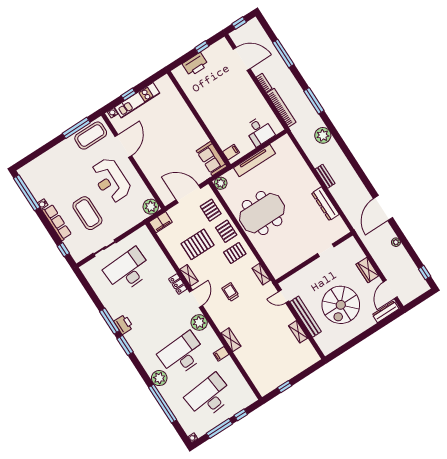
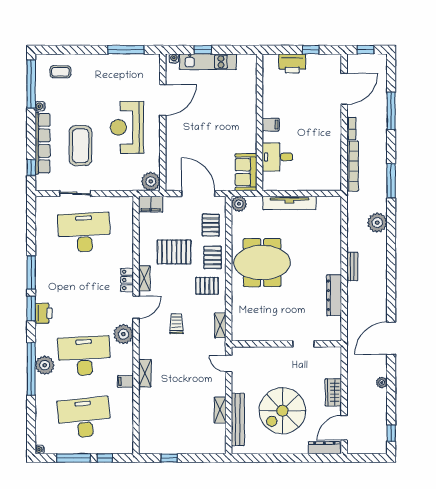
door: (242, 59) -> (344, 89), hinge flipped
desk: (259, 131) -> (277, 157), moved, turned 90
coffee table: (91, 136) -> (60, 72), moved, width x0.54, depth x0.58
filing cabinet: (231, 152) -> (271, 125), moved
row of seats: (57, 222) -> (43, 143), width x1.36
bench: (305, 317) -> (238, 419), moved
printer: (124, 324) -> (44, 313), moved
window: (163, 404) -> (31, 369), moved

